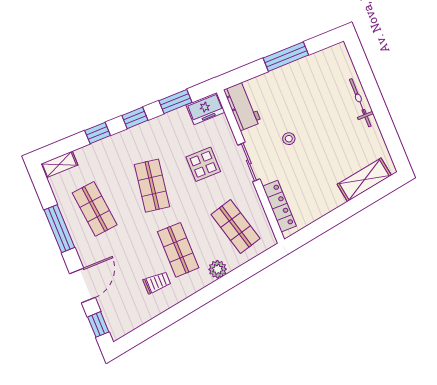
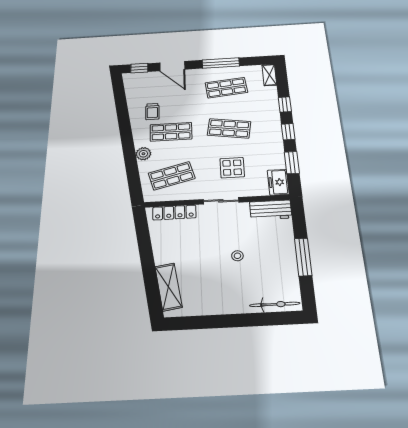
bicycle: (360, 103) -> (275, 304), moved
stool: (289, 139) -> (237, 256), moved

